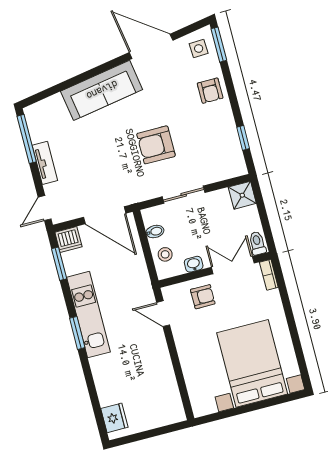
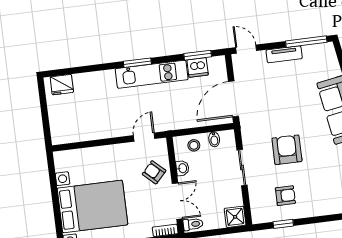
armchair: (210, 91) -> (285, 196), moved, turned 180
dishwasher: (68, 240) -> (198, 67), moved, turned -90
armchair: (203, 297) -> (154, 172), turned 133

